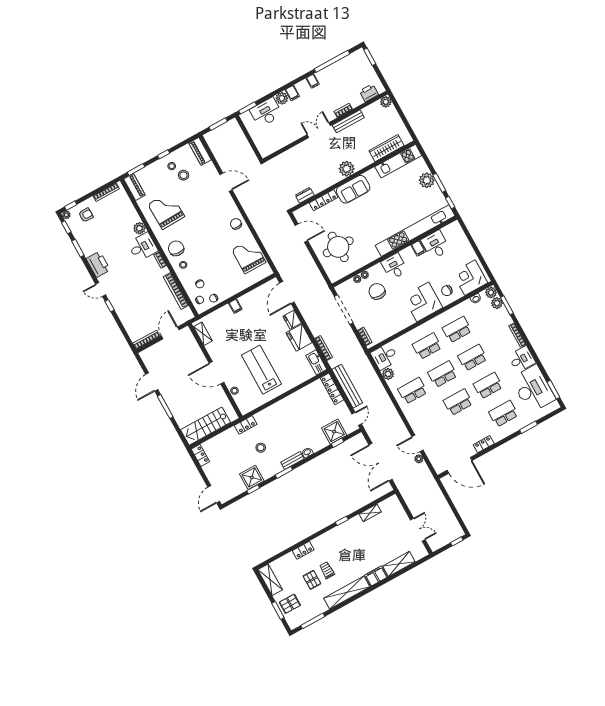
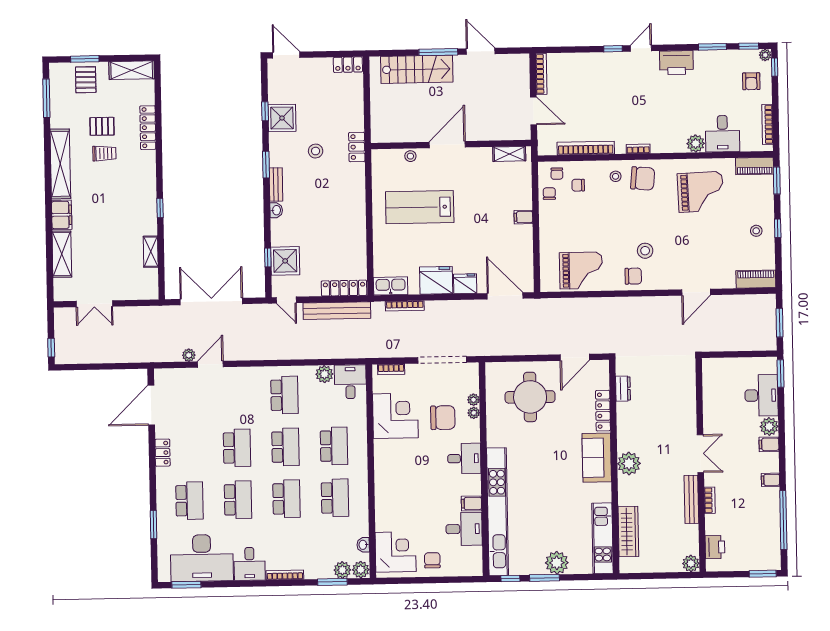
stool: (184, 175) -> (645, 251), moved
desk: (143, 247) -> (722, 134), moved
chair: (447, 291) -> (432, 560), moved
corner desk: (423, 302) -> (395, 416), moved
lab bench: (261, 370) -> (420, 207), turned 180
stairs: (206, 426) -> (417, 69), moved, turned 90
locker: (303, 550) -> (148, 128), width x1.53

